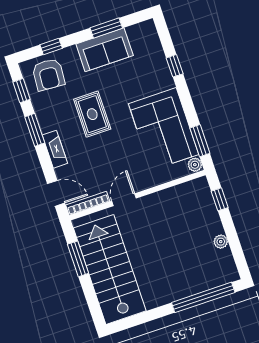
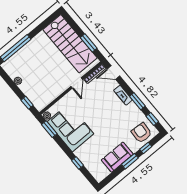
window: (106, 28) -> (130, 161), moved
rug: (92, 114) -> (111, 121), removed

